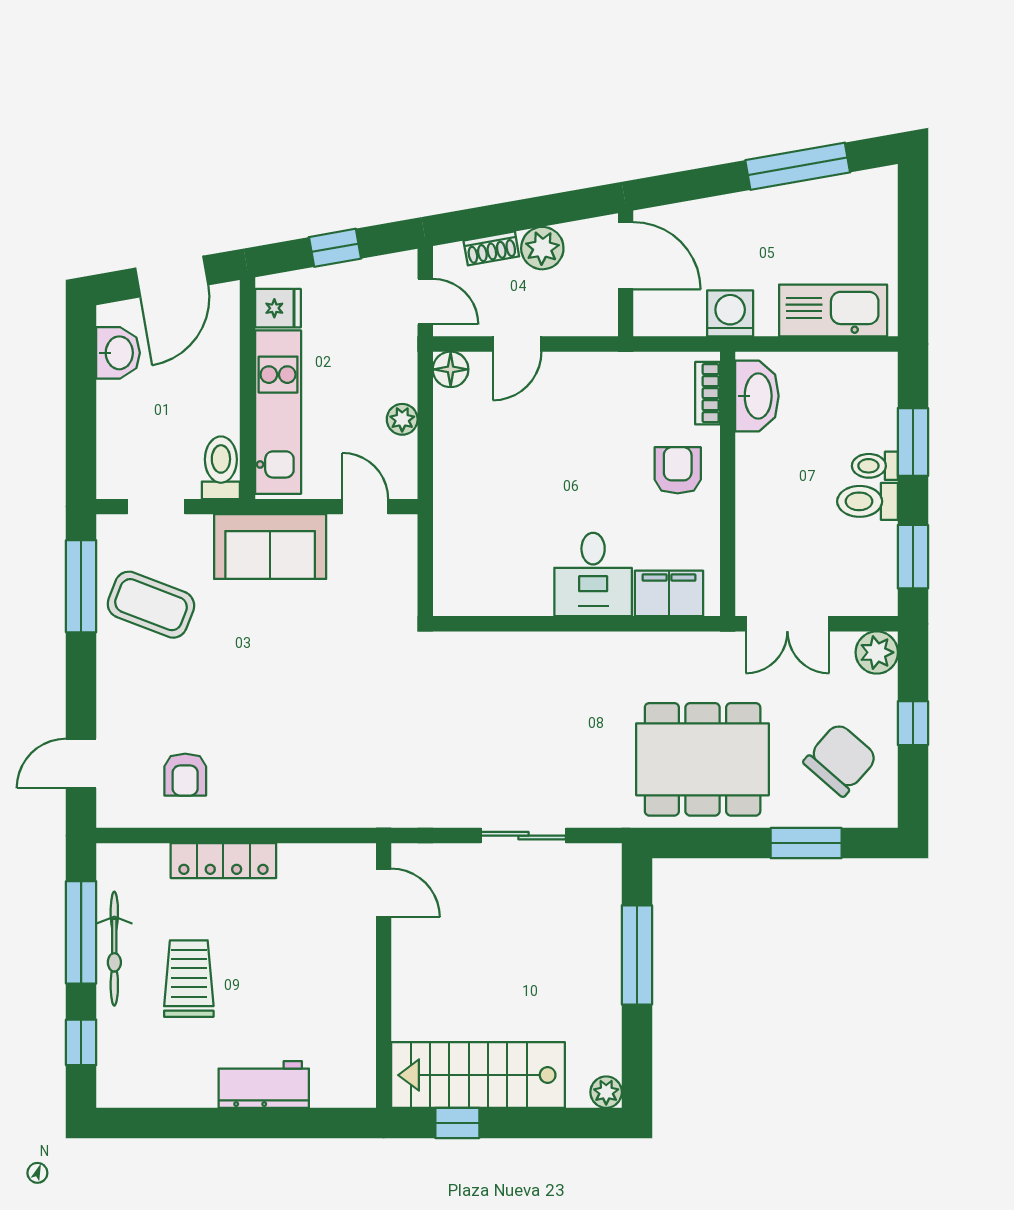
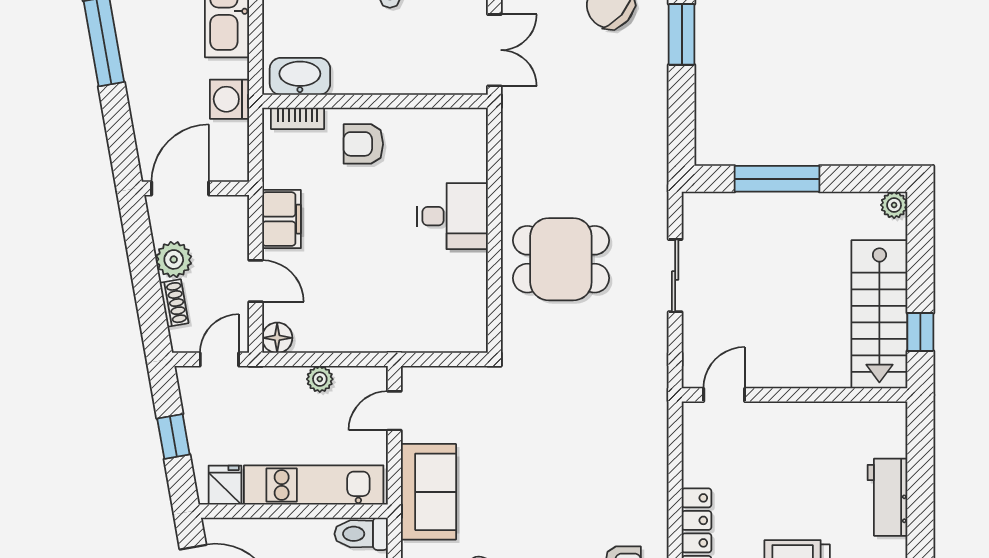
filing cabinet: (669, 593) -> (281, 219), moved, turned 180
dining table: (703, 759) -> (561, 259), moved, width x0.73

